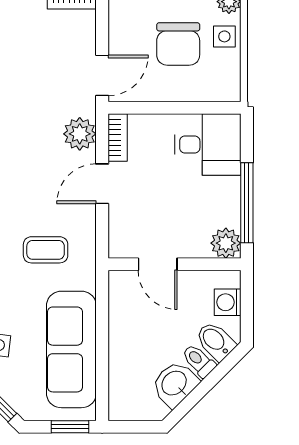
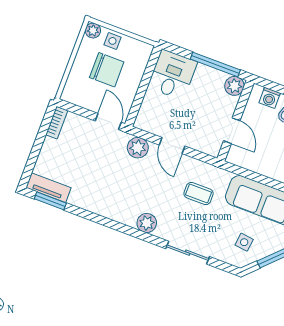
bookcase: (118, 138) -> (148, 126), removed
coffee table: (46, 250) -> (199, 194), turned 90
door: (158, 264) -> (232, 131), hinge flipped

